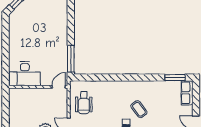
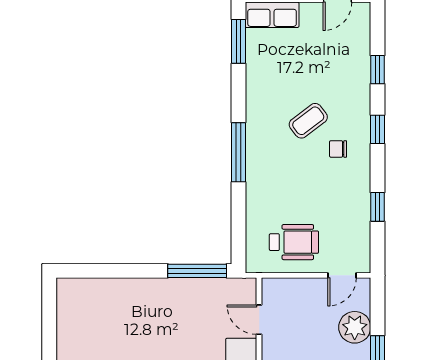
window: (125, 78) -> (238, 152), added
door: (59, 87) -> (259, 320), moved

